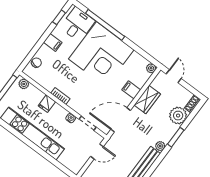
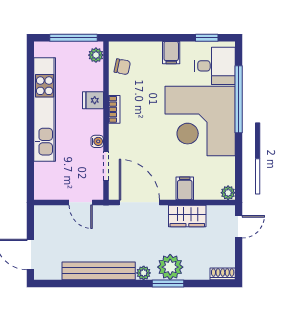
chair: (36, 63) -> (122, 67), moved
plant: (178, 116) -> (170, 267), moved

